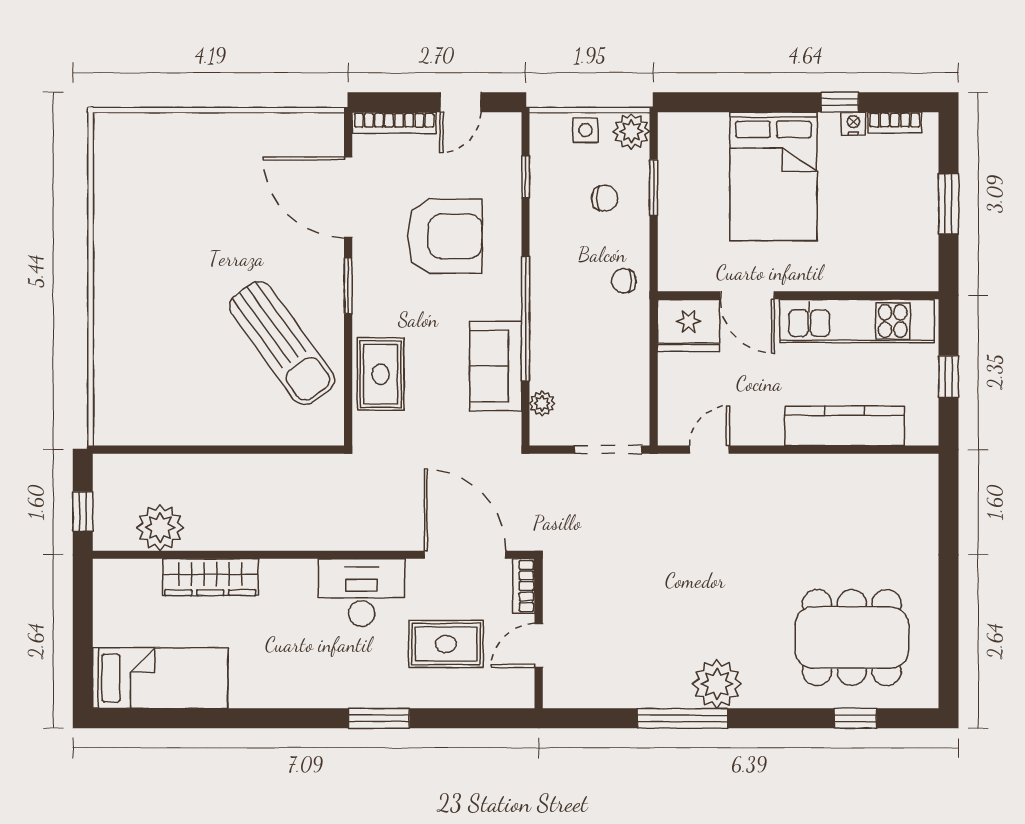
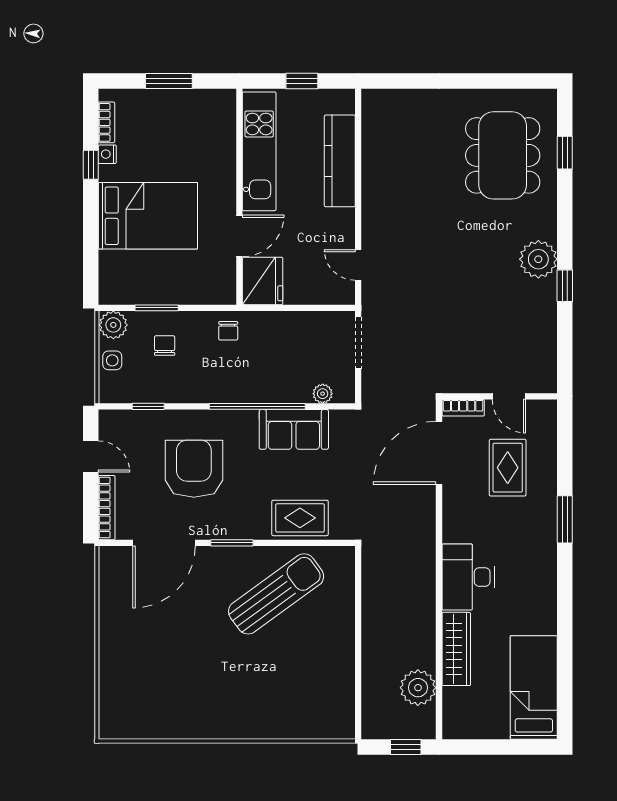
desk: (362, 593) -> (468, 577), moved
window: (682, 718) -> (565, 286), width x0.46

